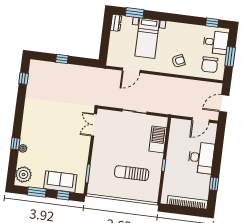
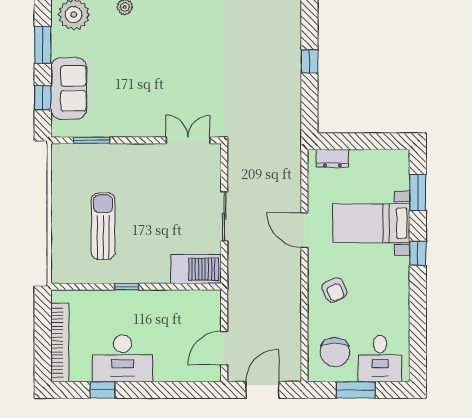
dresser: (116, 23) -> (332, 158), moved
window: (212, 23) -> (418, 253), moved
chair: (210, 65) -> (335, 352), turned -90
door: (131, 70) -> (304, 230), moved
door: (224, 103) -> (262, 390), hinge flipped
door: (201, 120) -> (224, 348), hinge flipped
barbecue: (158, 139) -> (196, 269), moved
desk: (201, 158) -> (123, 358), moved

